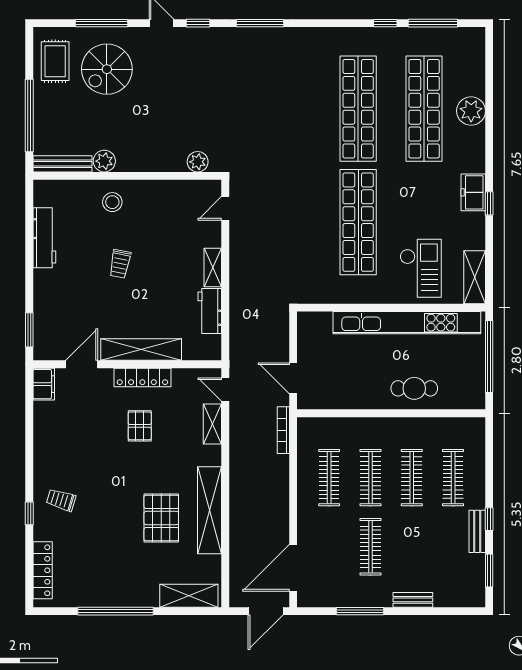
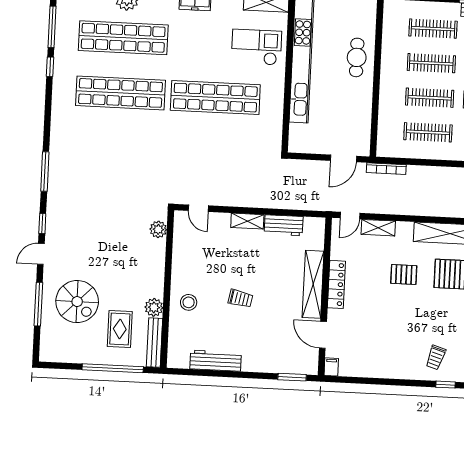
rug: (55, 61) -> (120, 329), moved, turned 90
filing cabinet: (44, 384) -> (331, 367), width x0.50
pallet: (140, 426) -> (404, 274), moved

